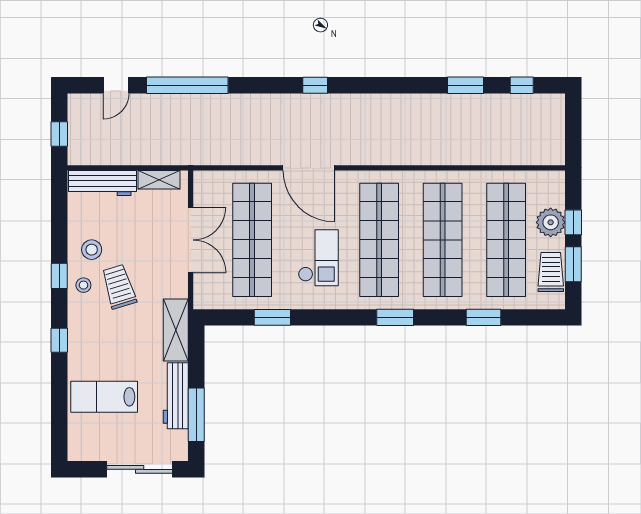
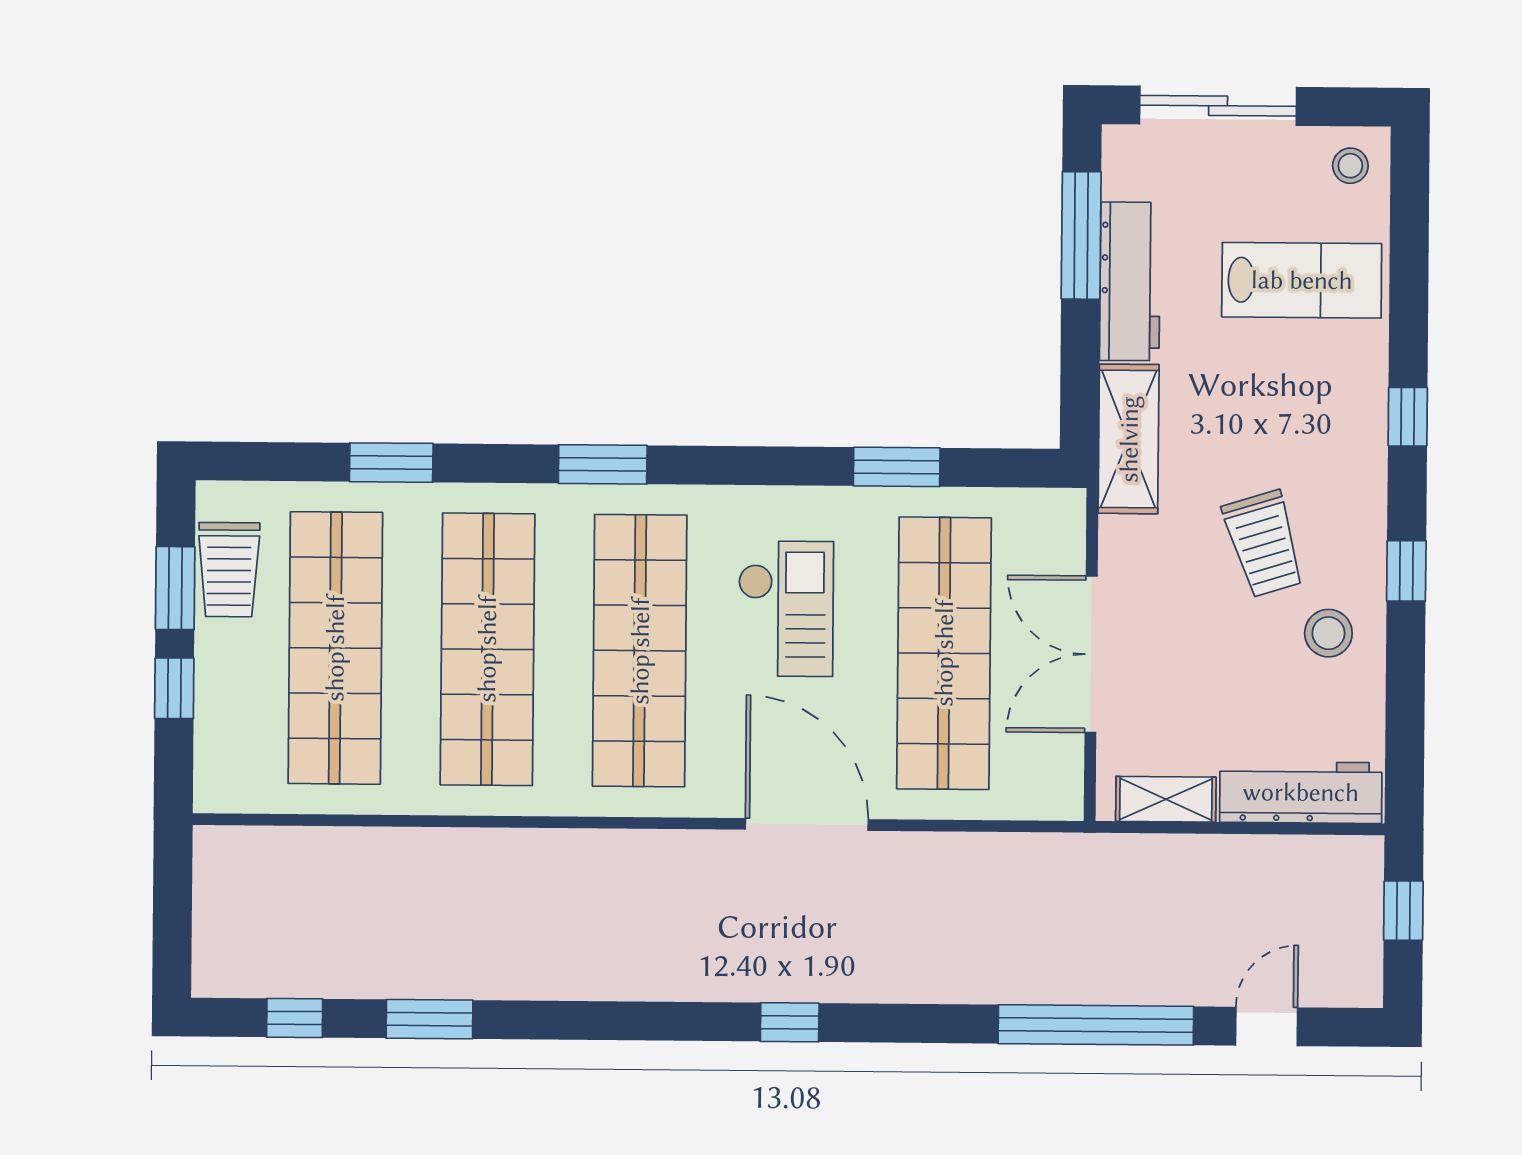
plant: (551, 222) -> (228, 689), removed
checkout: (318, 258) -> (786, 609), turned 180
stool: (83, 285) -> (1350, 166), moved

